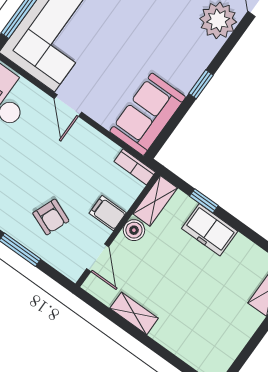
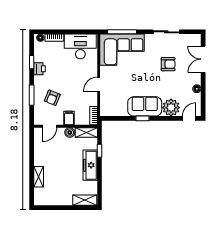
door: (68, 105) -> (99, 84), moved
sofa: (148, 114) -> (145, 106), moved
freezer: (210, 230) -> (90, 165), width x1.40
shelving: (134, 313) -> (39, 177), moved

